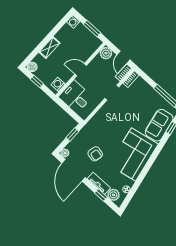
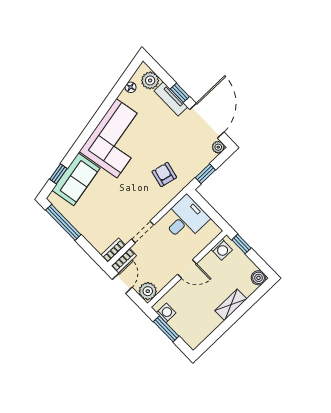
washing machine: (73, 22) -> (166, 313), moved
window: (37, 81) -> (241, 244), moved
desk: (75, 97) -> (185, 219), moved, turned -90
armchair: (95, 154) -> (164, 174), moved
window: (101, 195) -> (180, 93), moved

